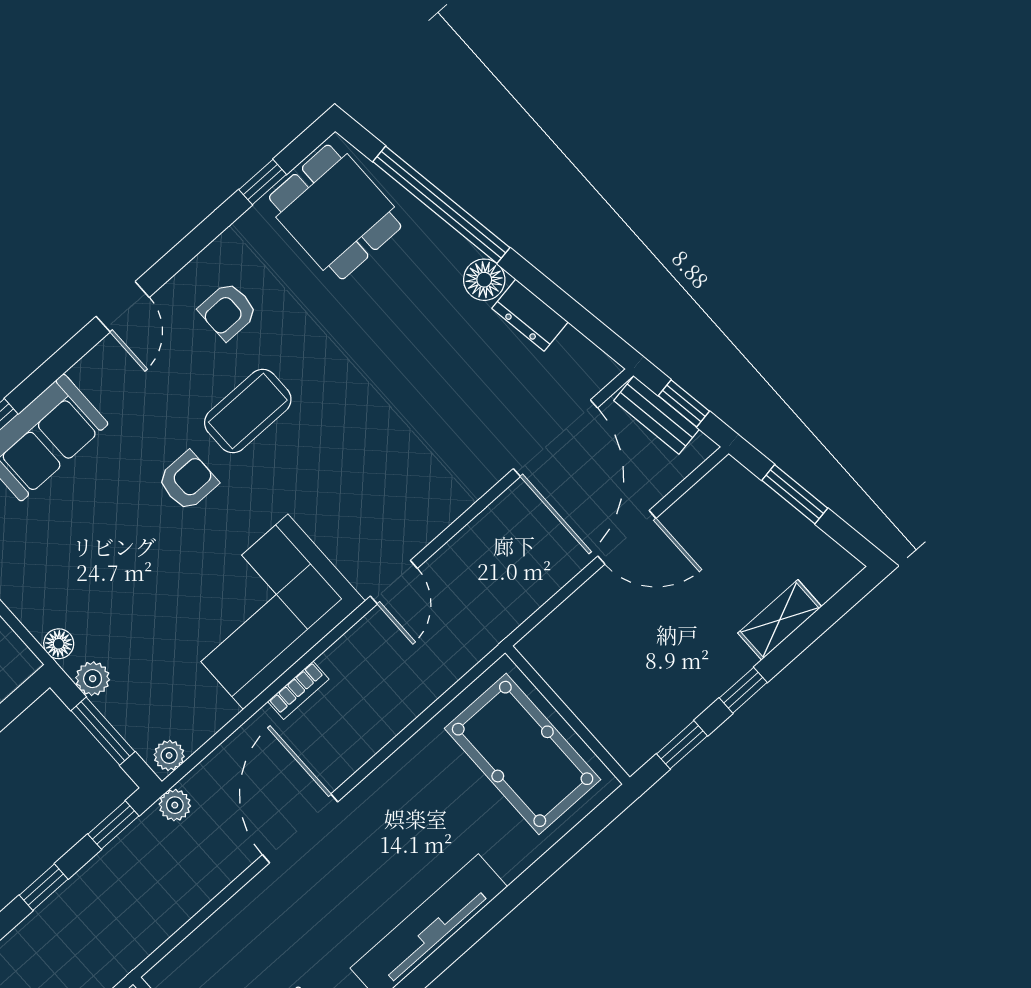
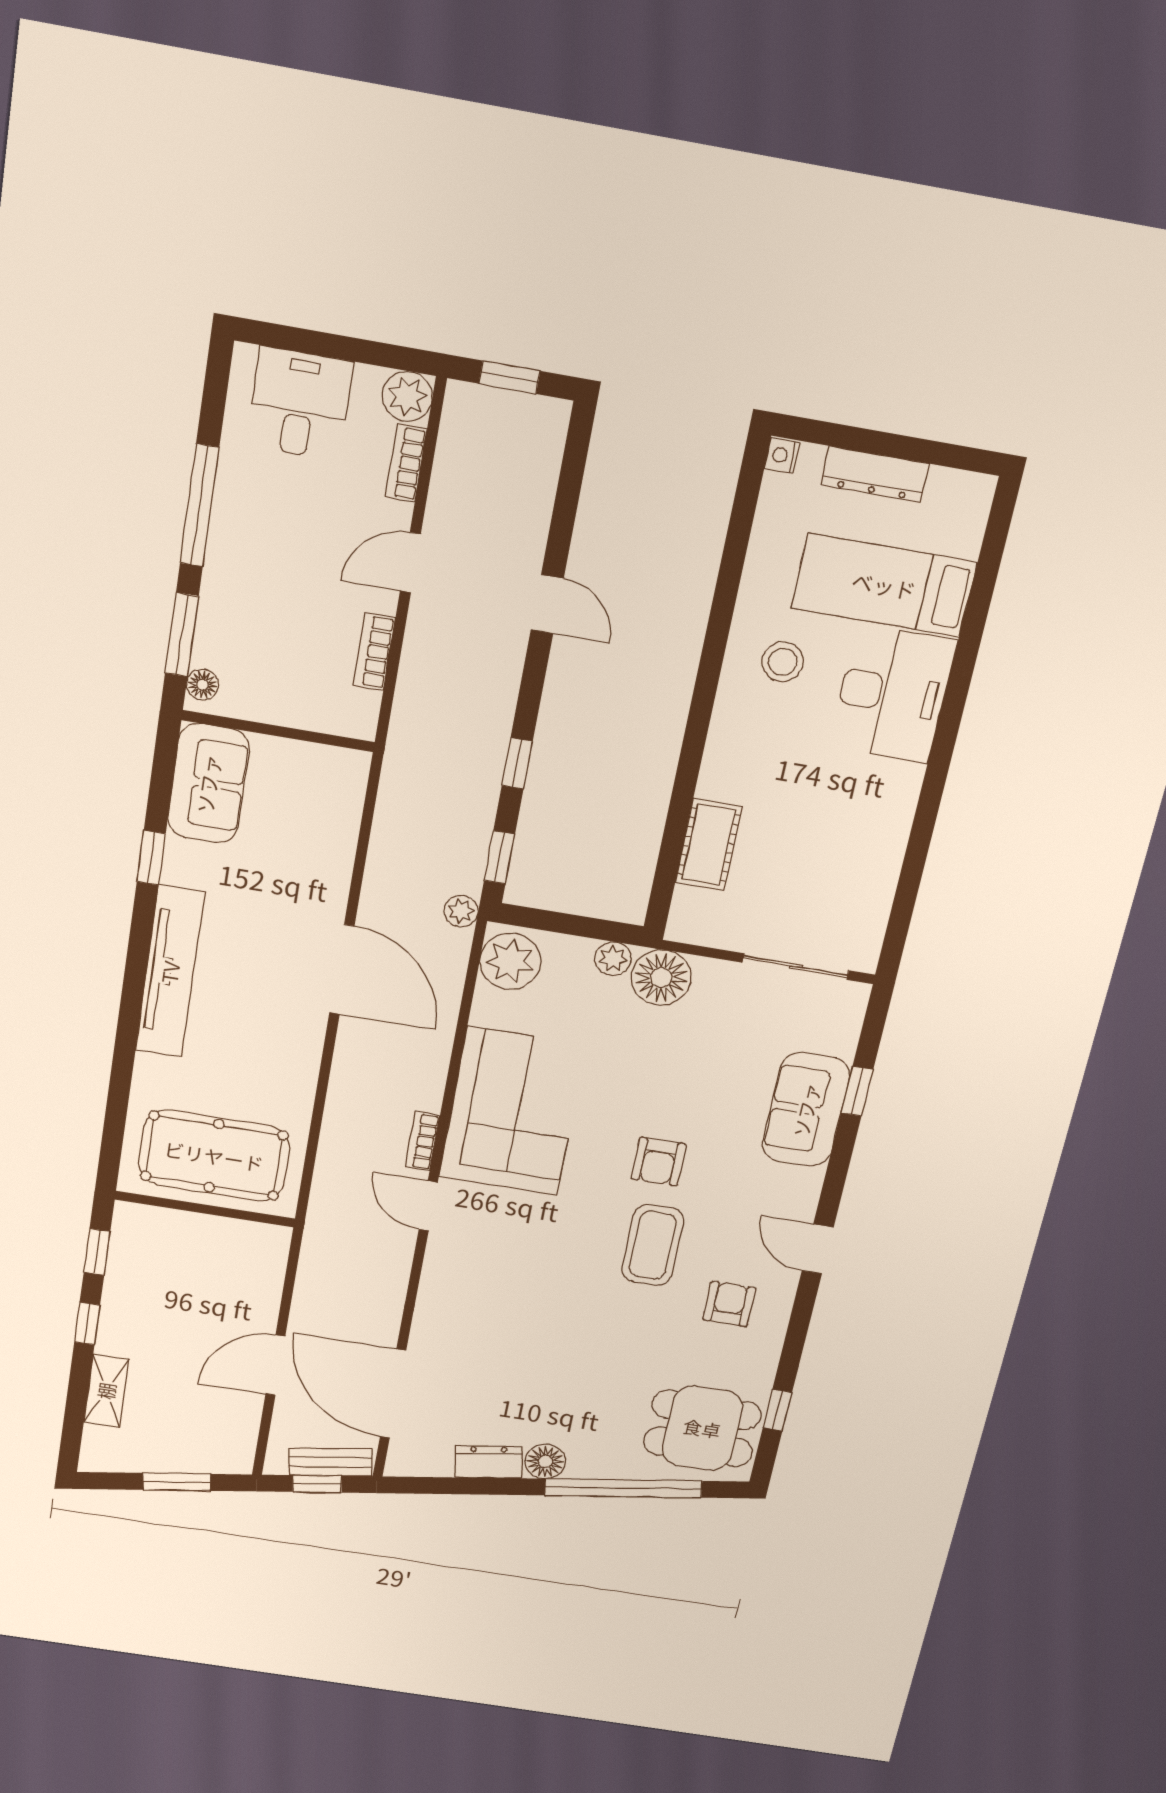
floor lamp: (59, 644) -> (661, 978), width x1.89, depth x1.89
bookcase: (298, 690) -> (423, 1141), moved
window: (103, 731) -> (570, 924), removed
plant: (169, 755) -> (510, 961), width x1.88, depth x1.88

